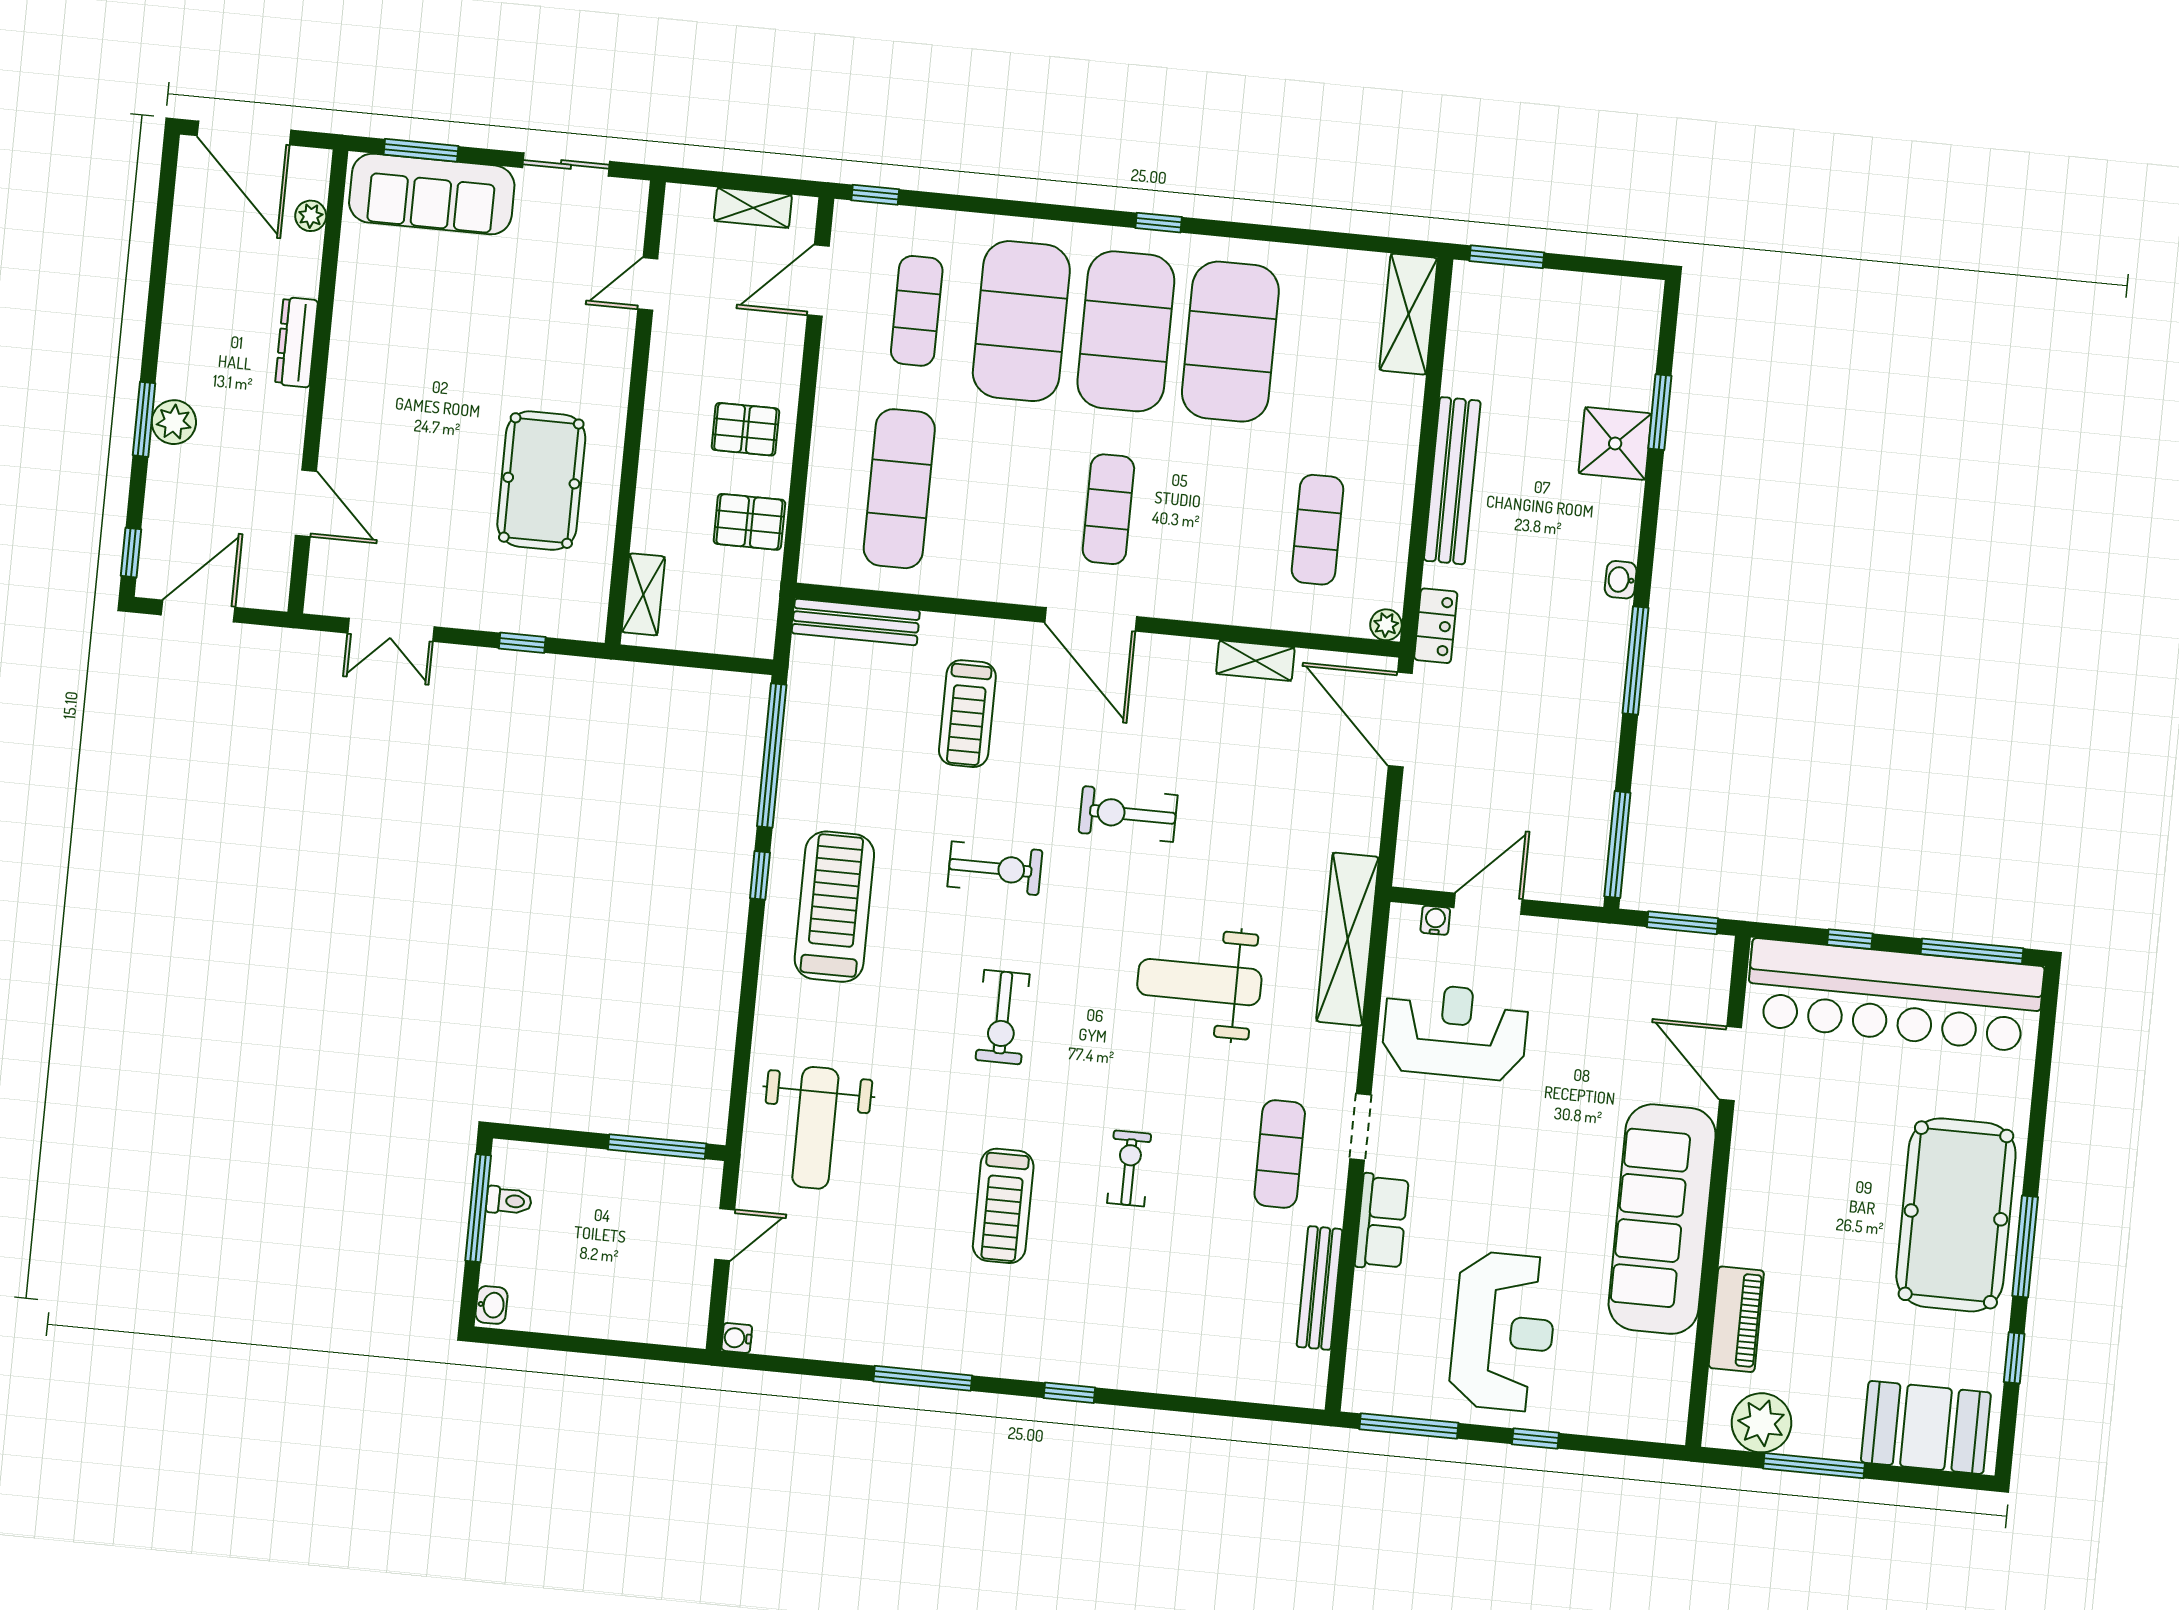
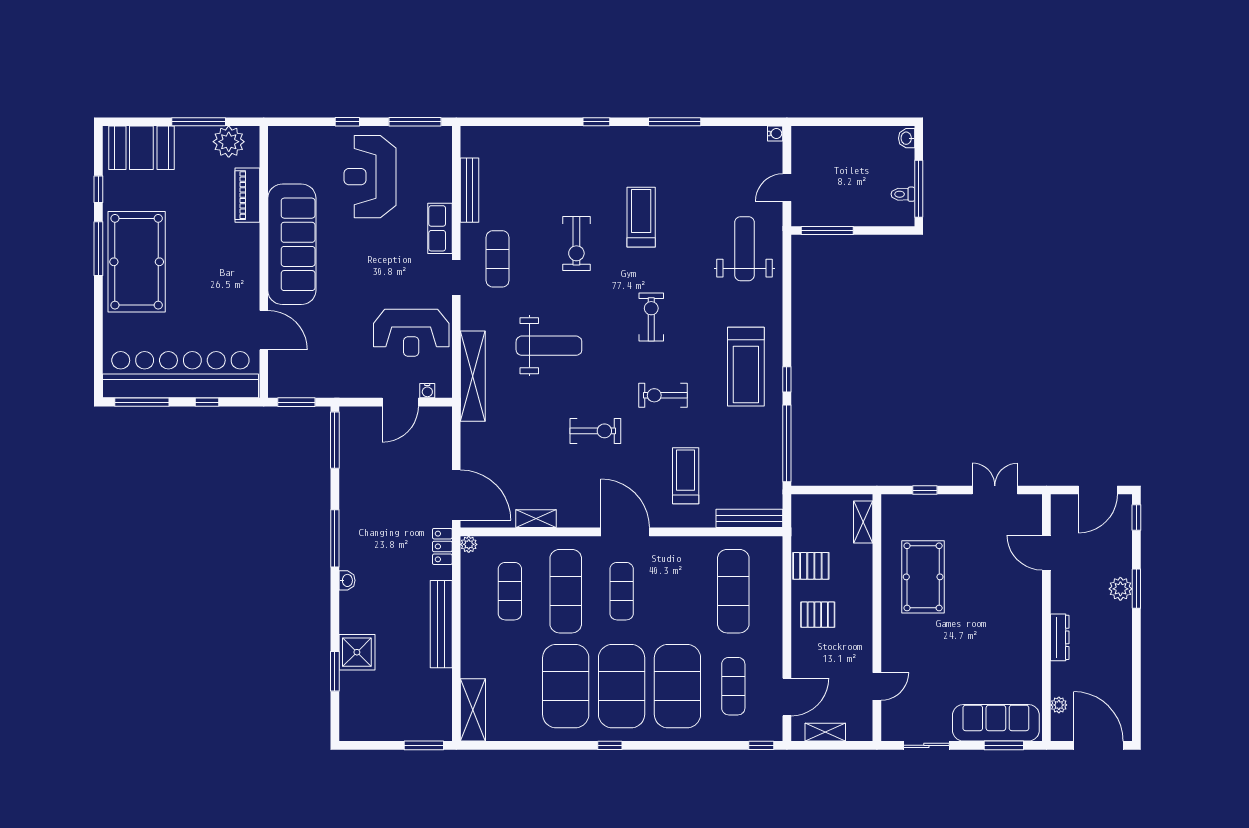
exercise mat: (1213, 519) -> (566, 591), added
exercise bike: (1129, 1168) -> (576, 243), width x1.38, depth x1.39

